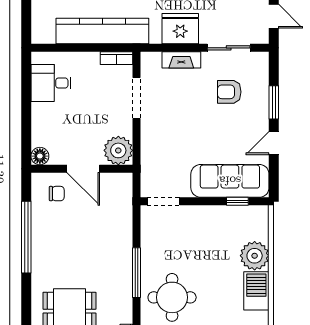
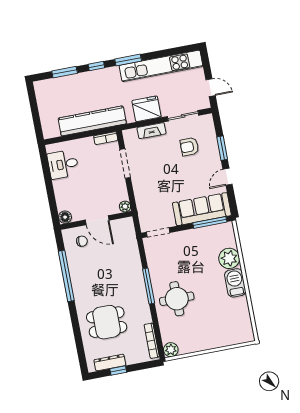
plant: (118, 150) -> (125, 207), width x0.53, depth x0.53
window: (237, 201) -> (210, 222), width x2.17

